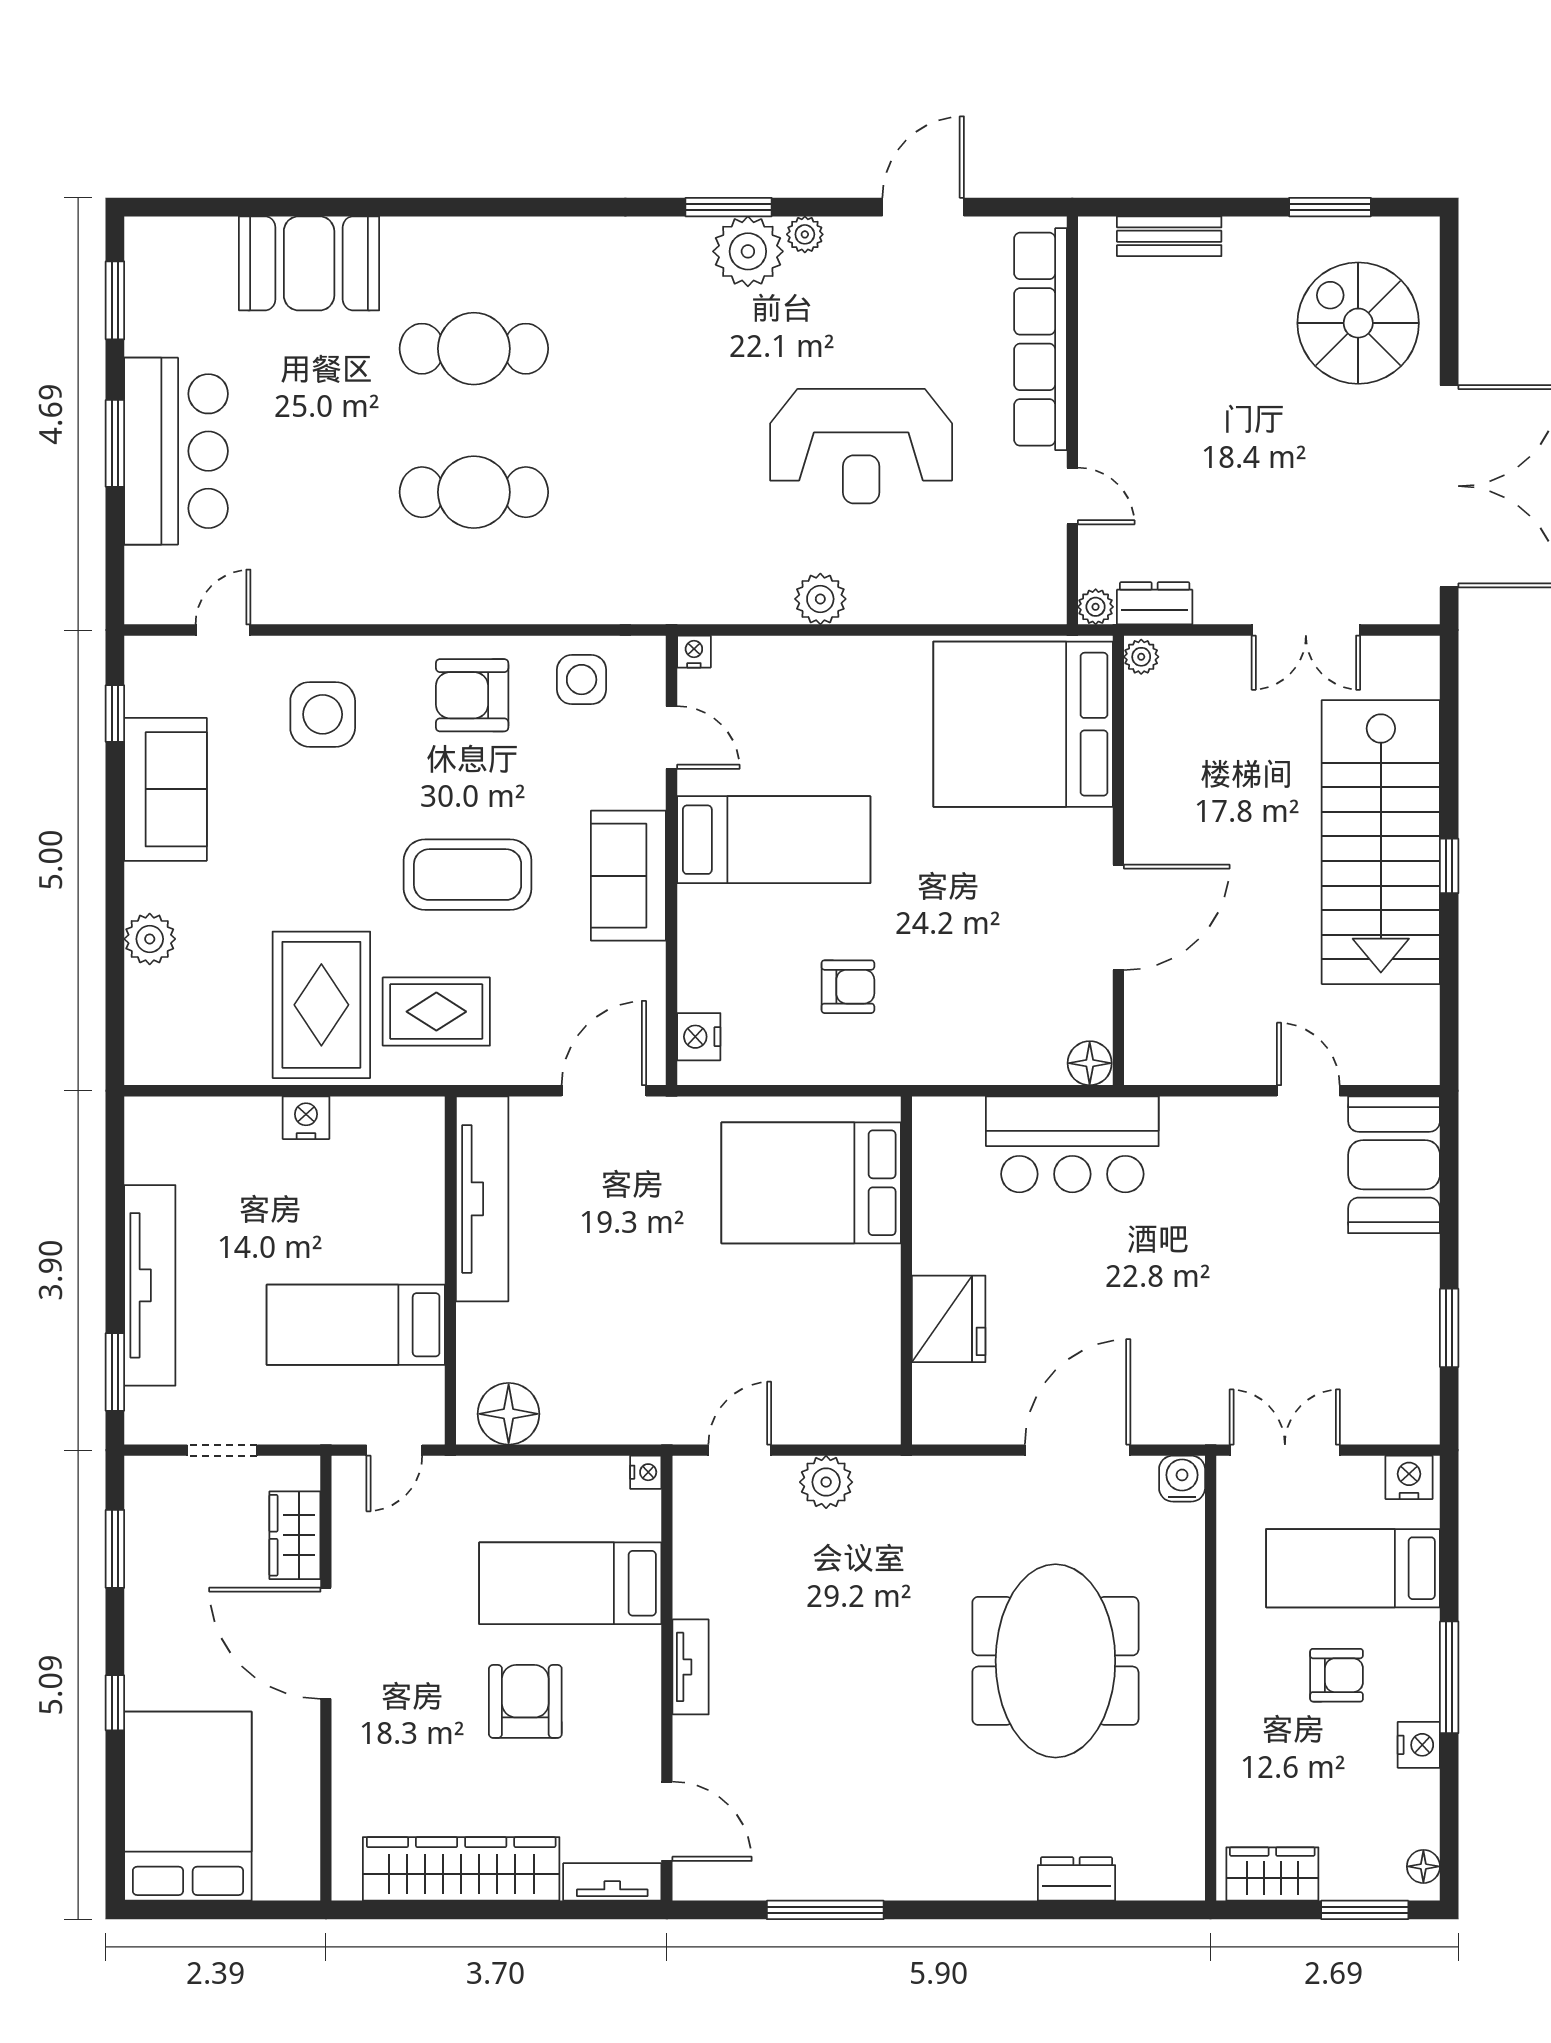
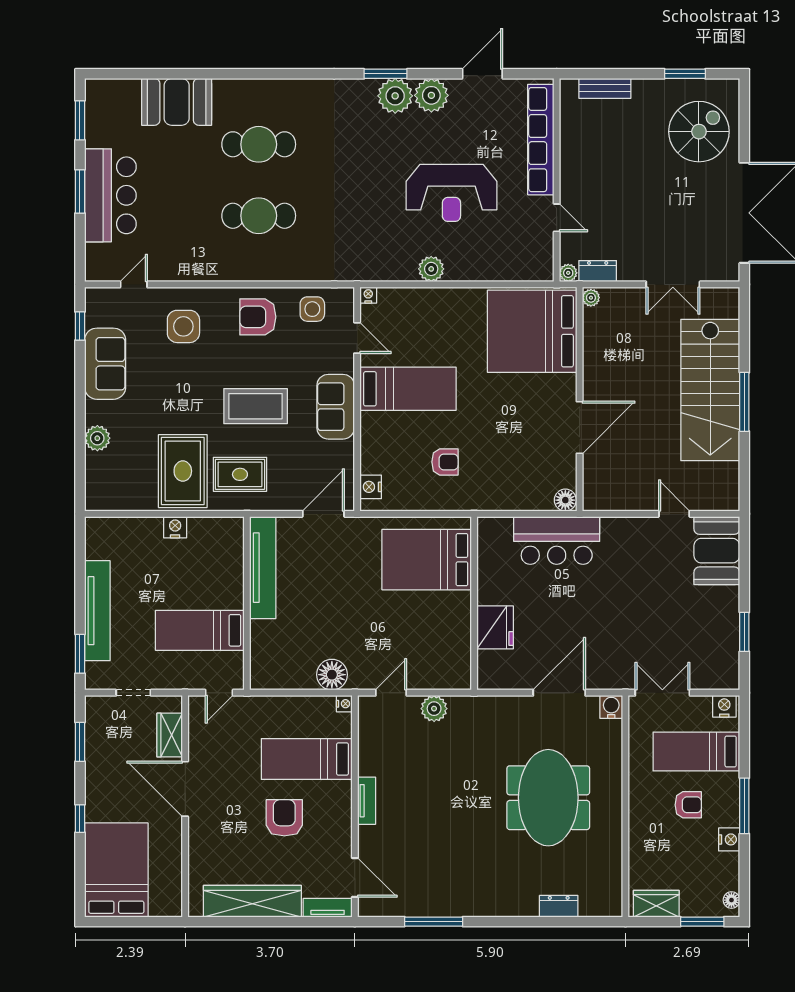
plant: (805, 234) -> (431, 95), width x1.88, depth x1.88
spiral stairs: (1358, 323) -> (699, 132), turned 90
window: (1449, 866) -> (744, 402), width x2.17
floor lamp: (509, 1414) -> (332, 675), moved

